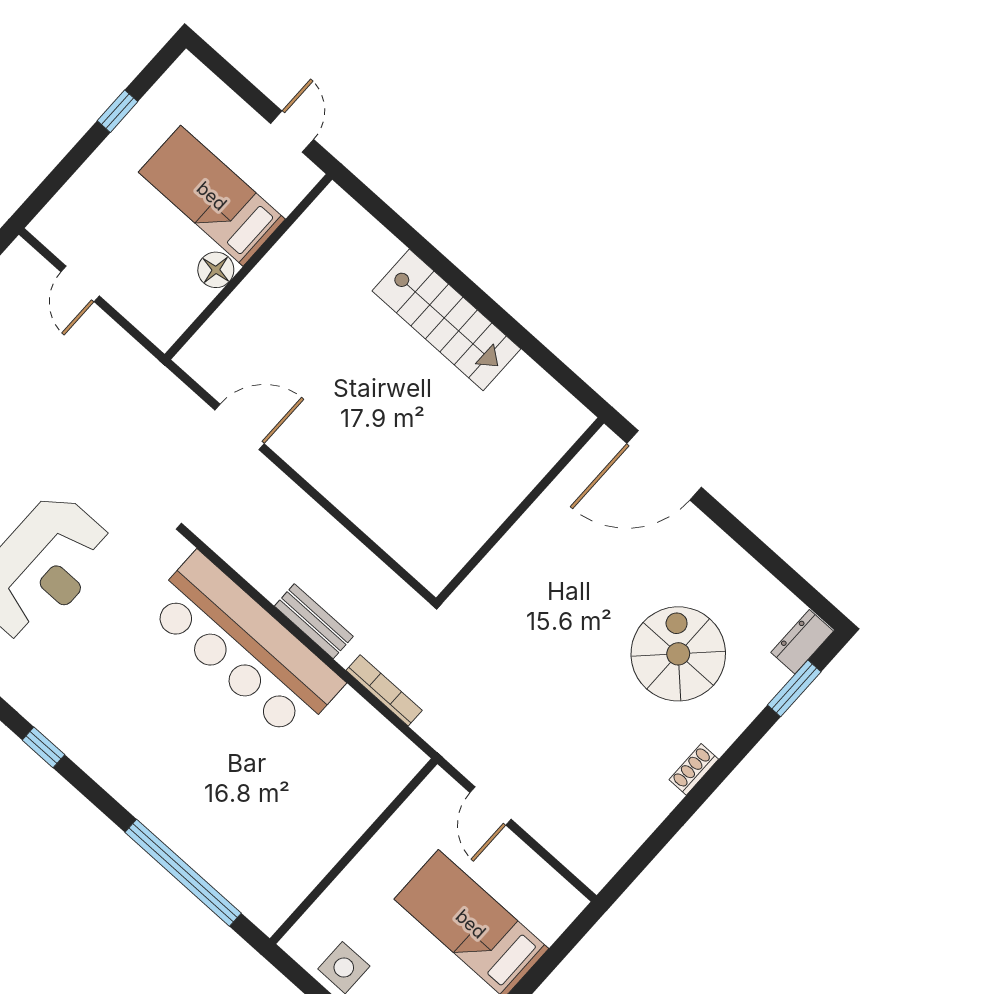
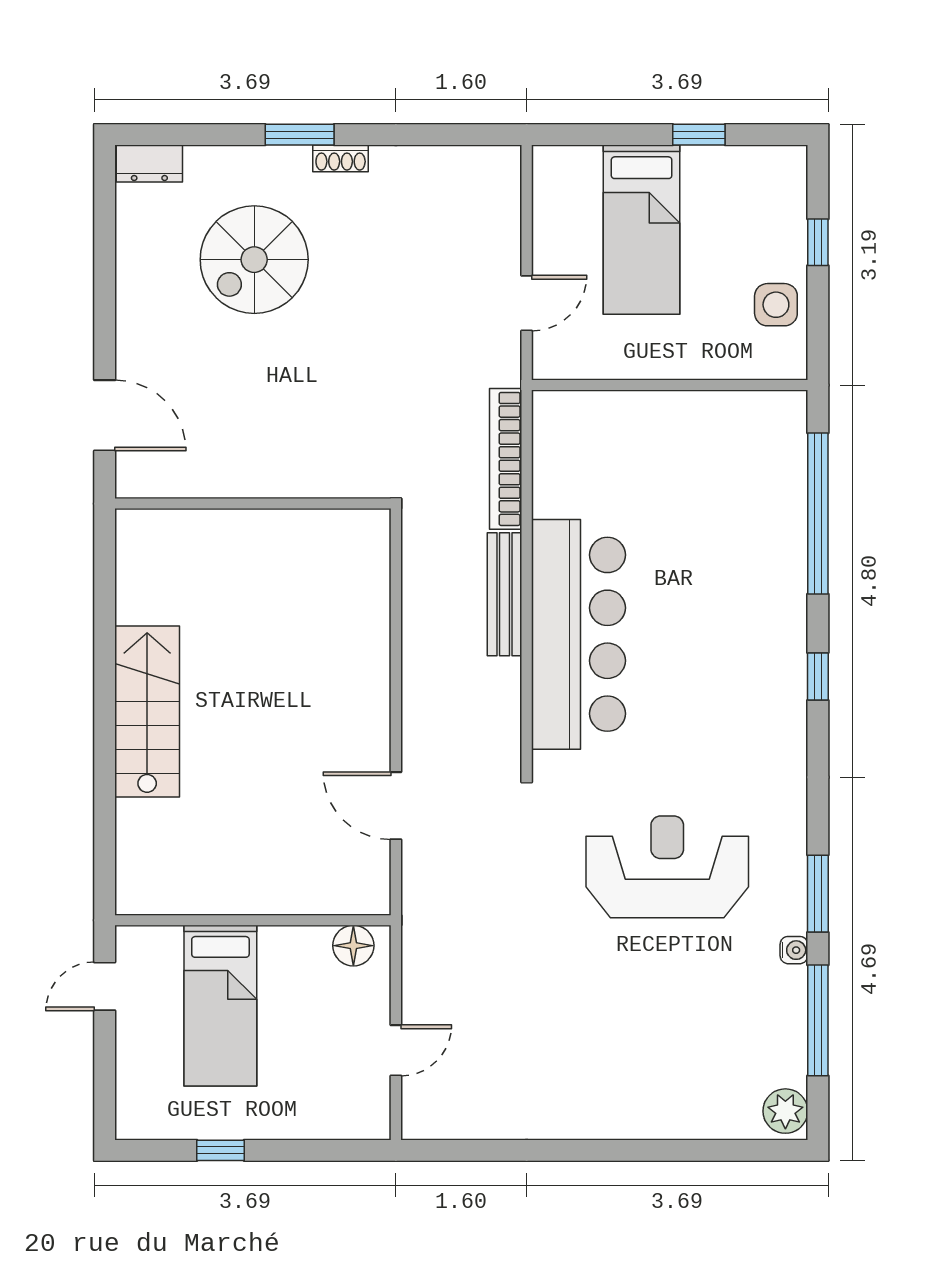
floor lamp: (216, 270) -> (353, 946), moved
door: (664, 465) -> (105, 415), width x0.73
bench: (314, 621) -> (504, 594), width x1.36
window: (794, 688) -> (300, 135), moved
bookcase: (384, 690) -> (506, 459), width x1.48, depth x1.31
window: (43, 747) -> (818, 676), moved

